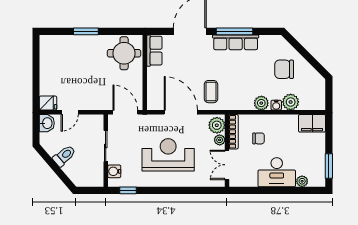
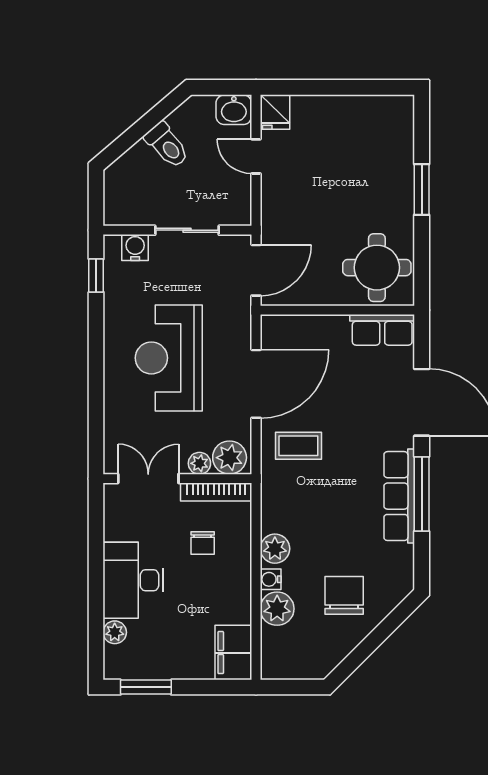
reception desk: (168, 155) -> (169, 358), turned 180

